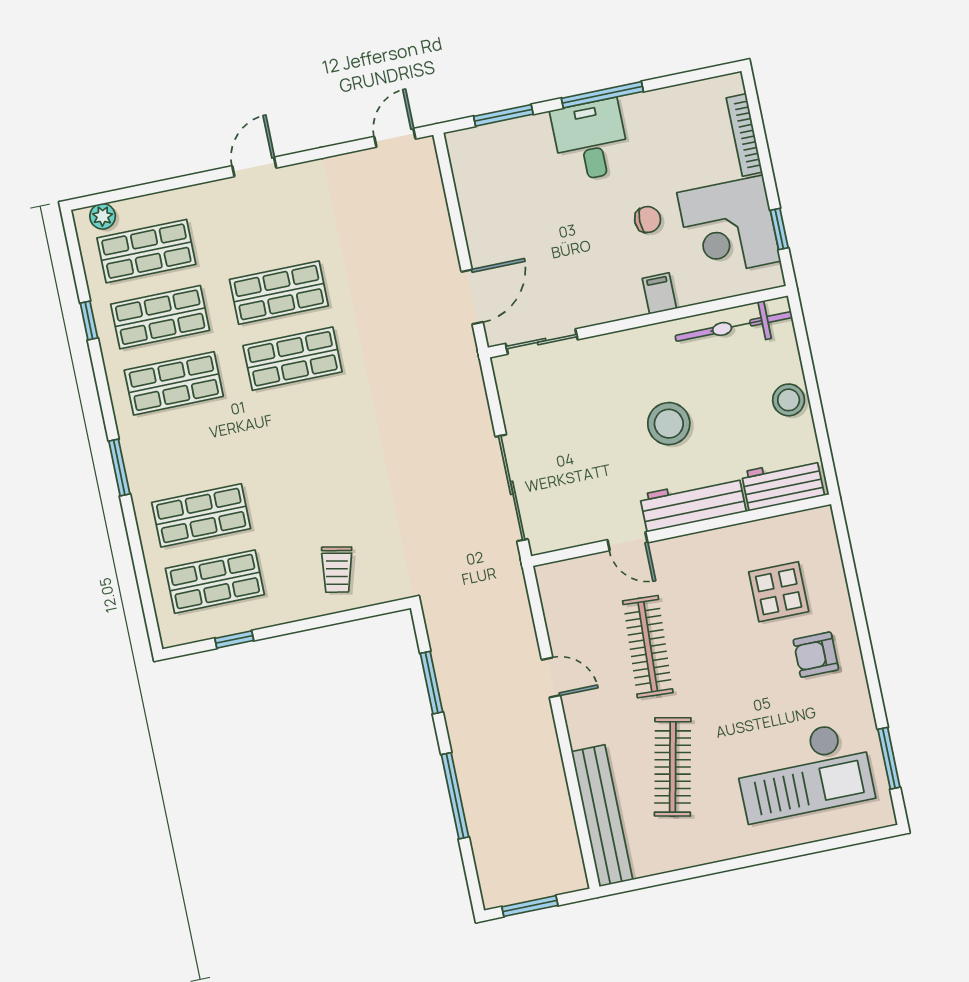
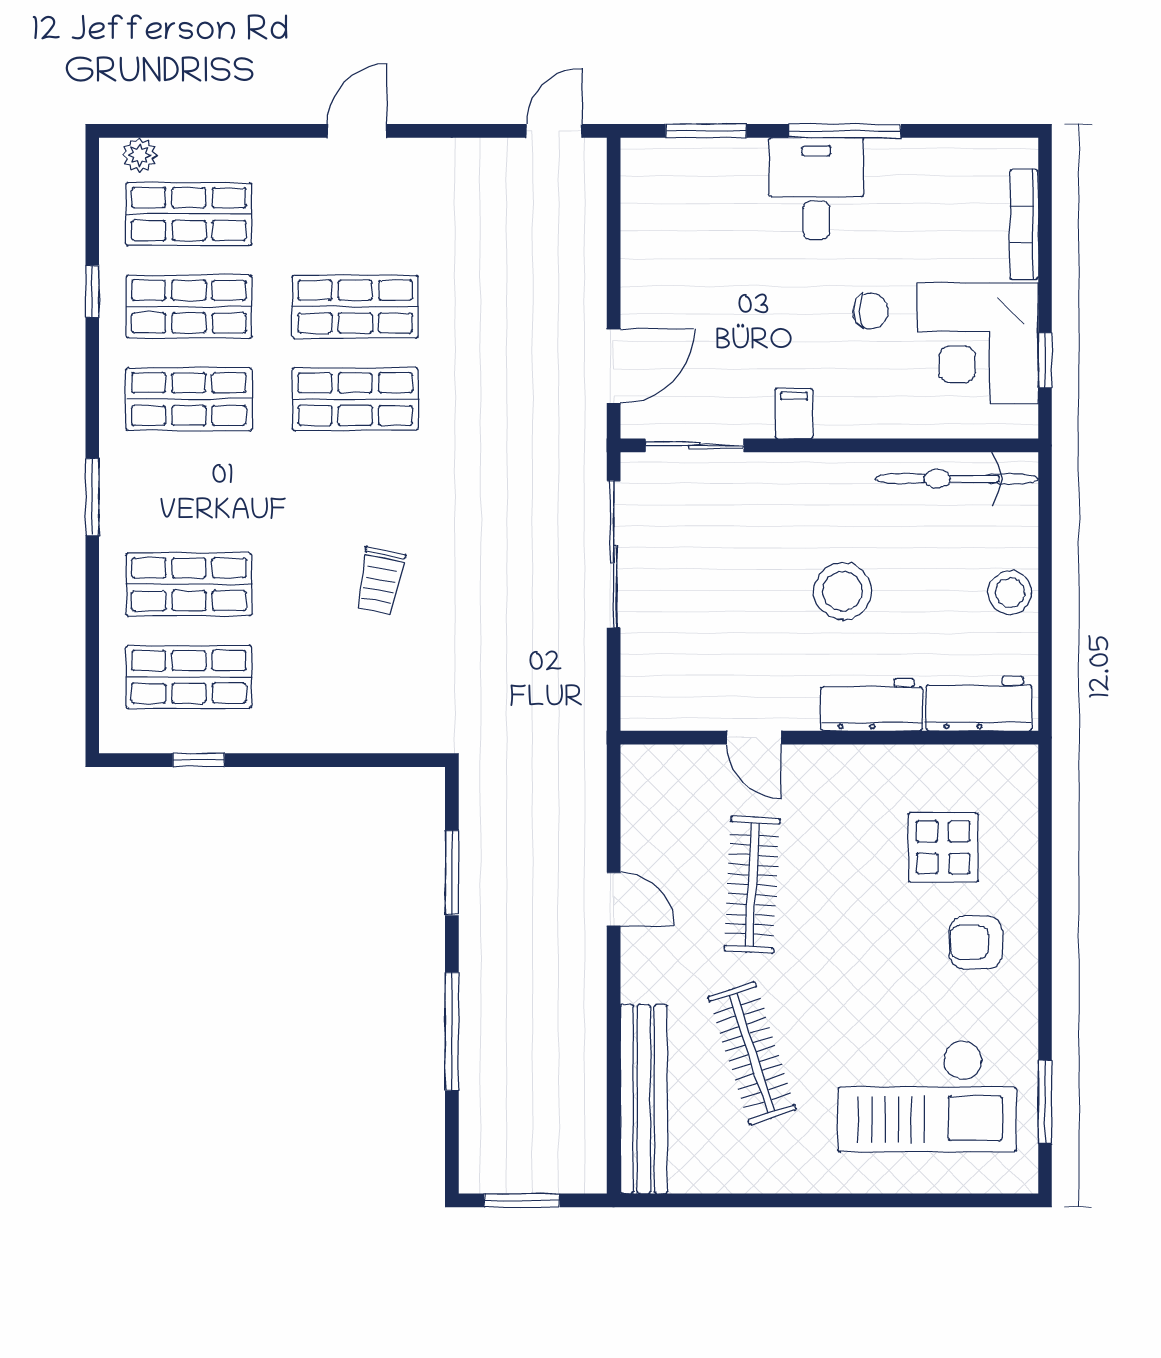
filing cabinet: (659, 293) -> (794, 414), moved
sliding door: (512, 488) -> (614, 554), moved
workbench: (693, 503) -> (872, 705), width x0.73
trolley: (337, 570) -> (380, 581), moved
clothes rail: (673, 767) -> (752, 1053), turned -30

